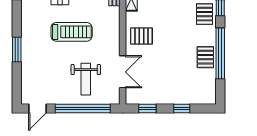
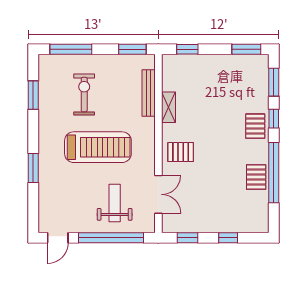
treadmill: (72, 32) -> (98, 147), width x1.37, depth x1.38
weight bench: (86, 79) -> (115, 203), turned 180

